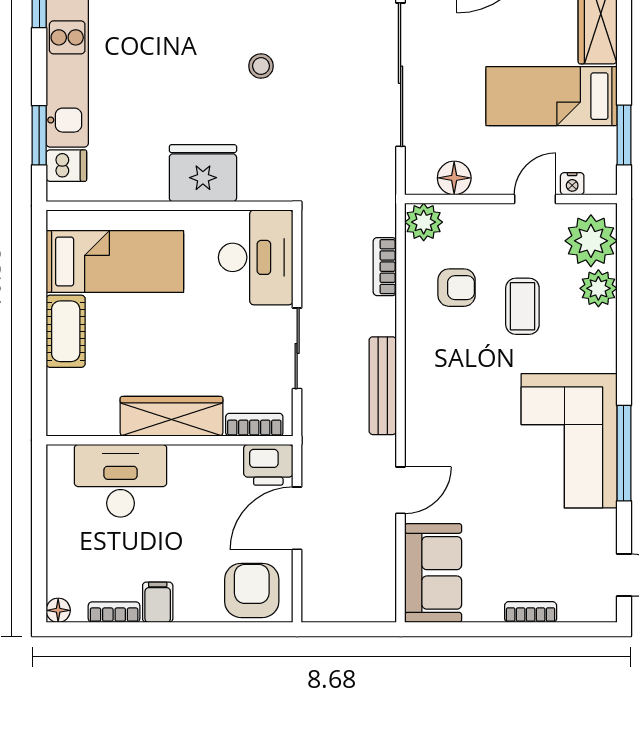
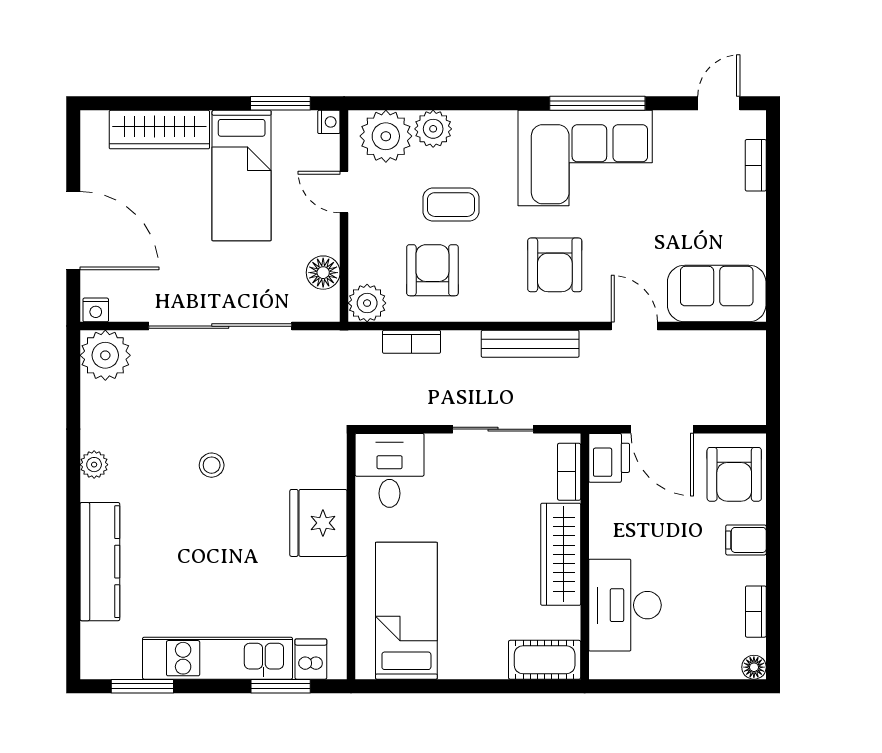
nightstand: (572, 184) -> (329, 122), moved
desk: (256, 257) -> (389, 470), width x0.73
armchair: (457, 288) -> (432, 270), width x1.38, depth x1.38
cot: (66, 331) -> (545, 660), moved
armchair: (462, 410) -> (555, 265), added
armchair: (252, 590) -> (734, 474), turned -90
filing cabinet: (158, 602) -> (746, 540), moved
bookcase: (531, 612) -> (756, 165), moved

